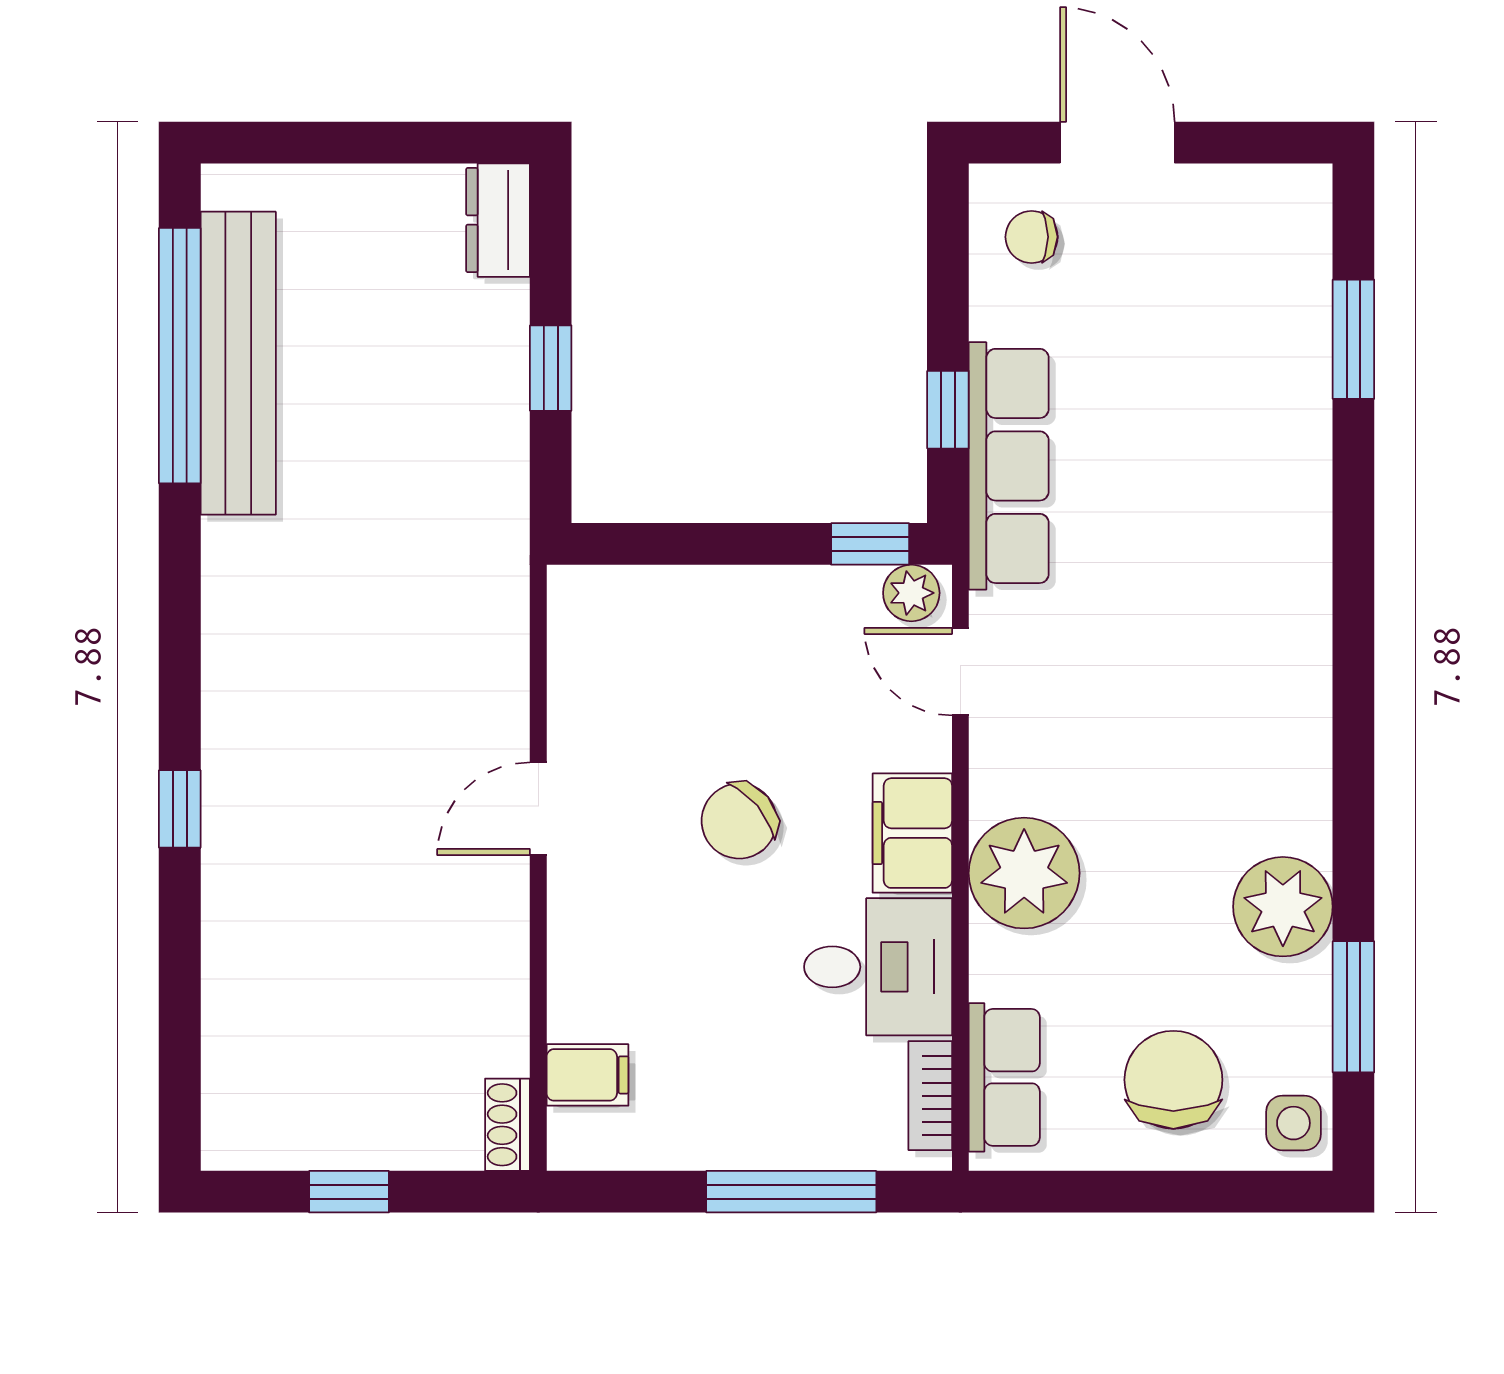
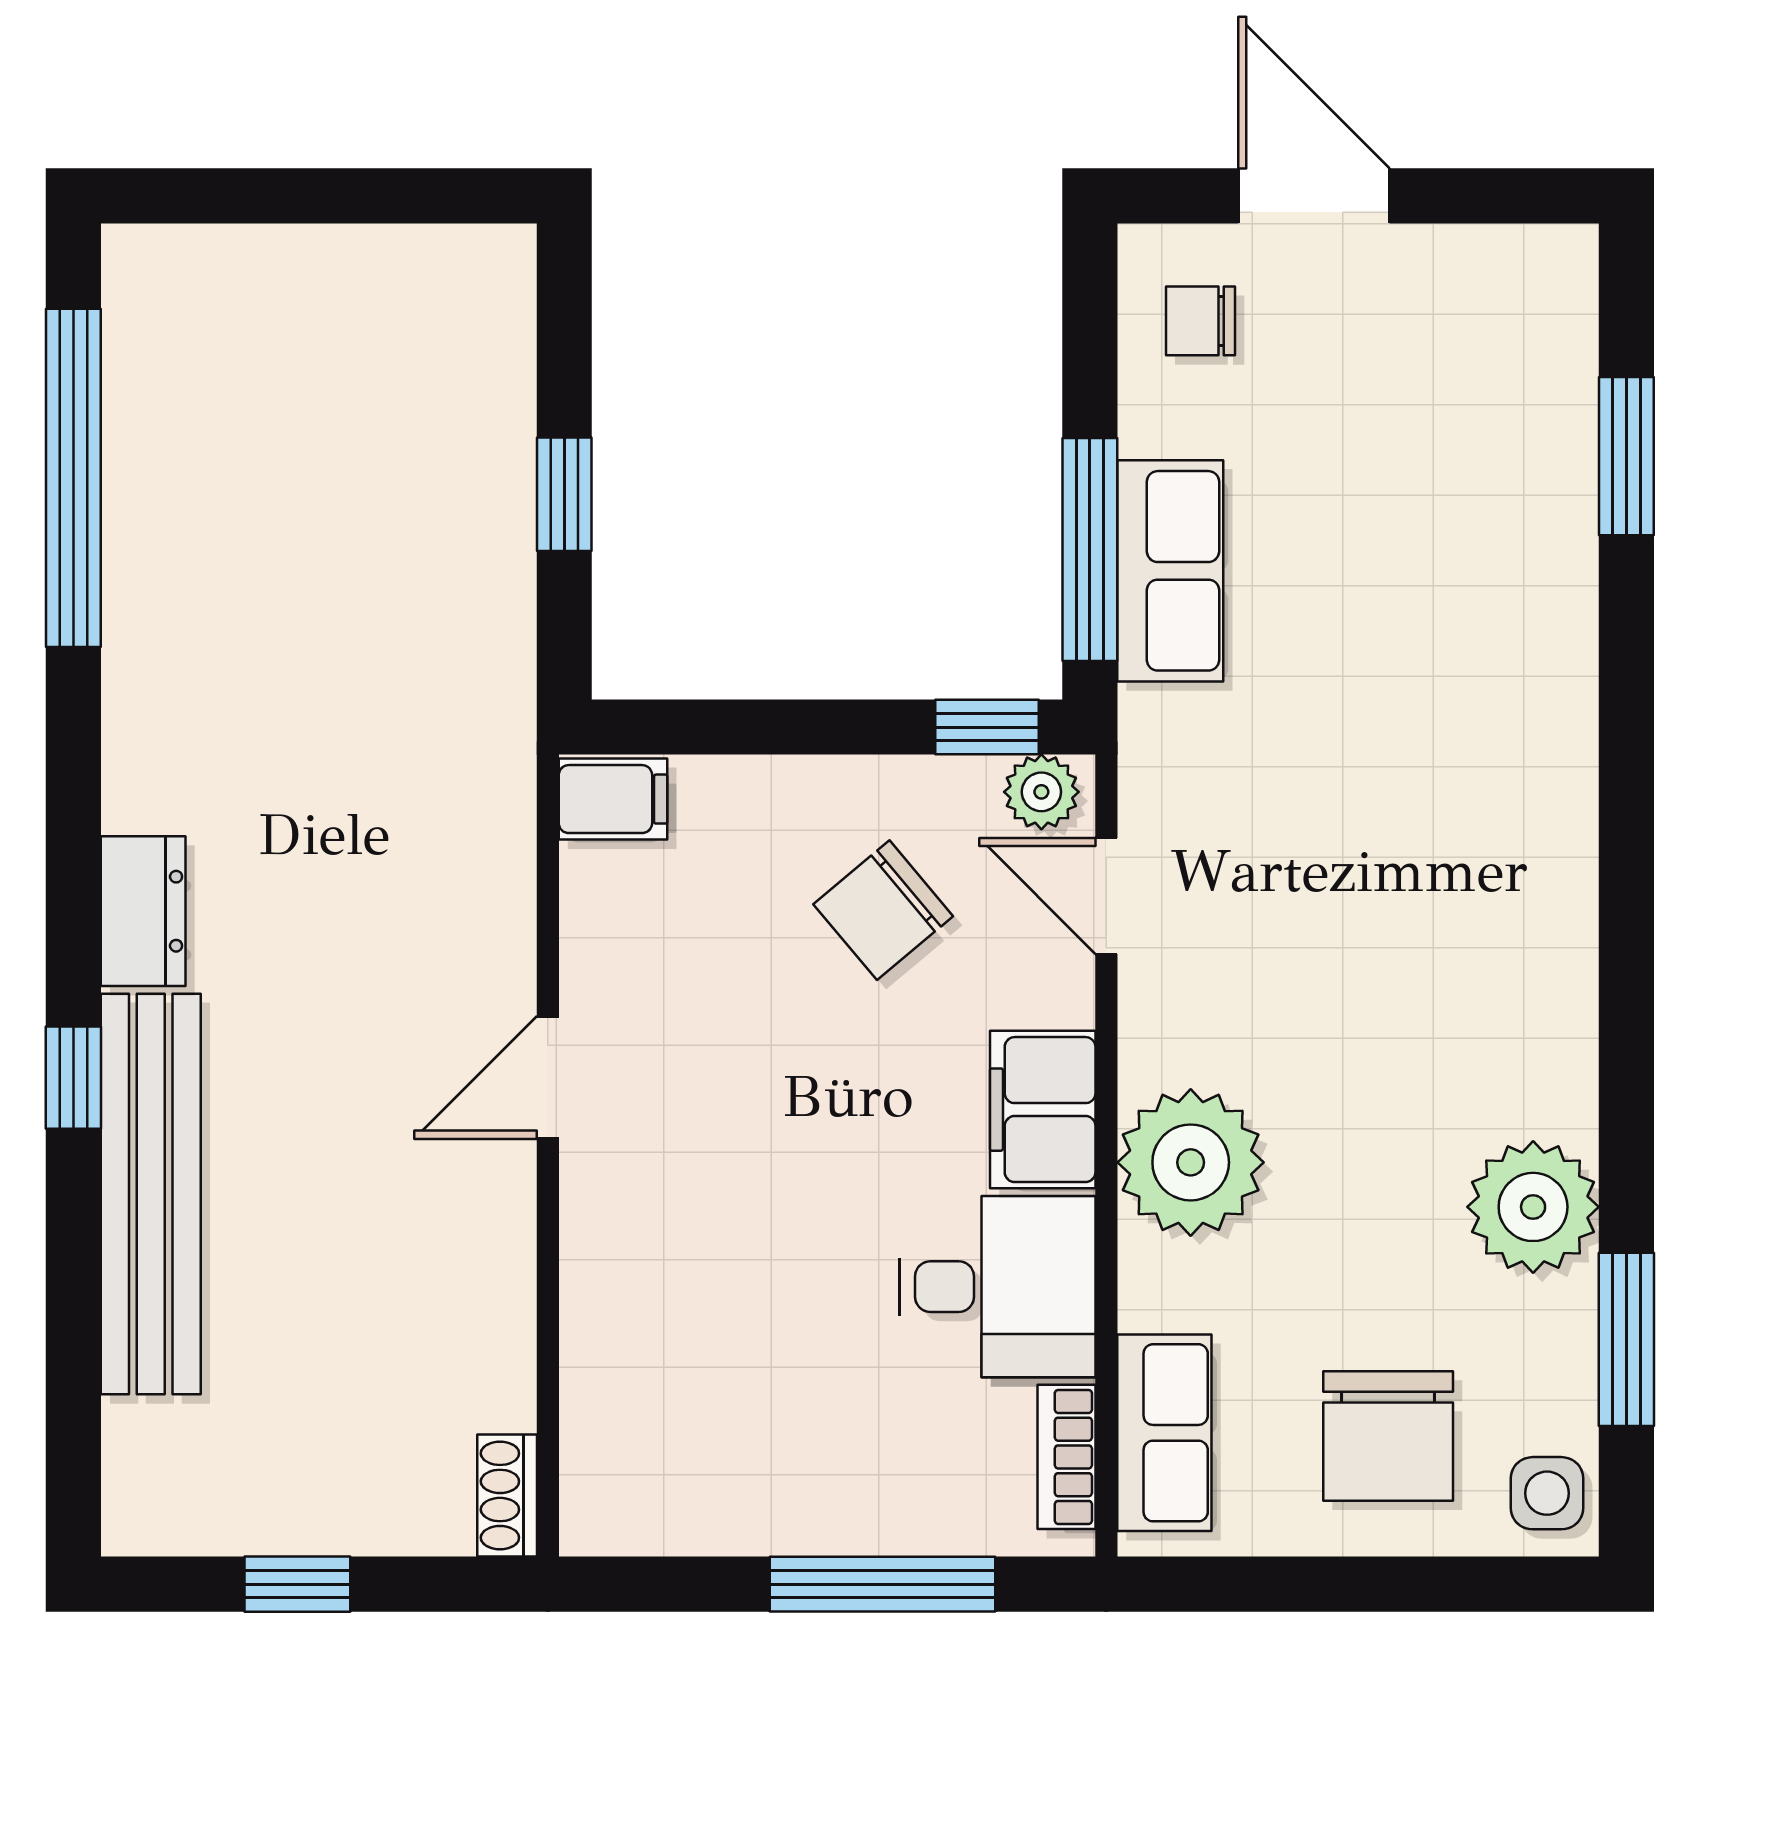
dresser: (498, 220) -> (143, 911), moved, turned 180
bench: (238, 363) -> (151, 1194), moved
window: (948, 410) -> (1090, 549), width x2.17
row of seats: (1009, 466) -> (1170, 571), width x0.68
chair: (739, 821) -> (883, 910), moved
filing cabinet: (588, 1075) -> (613, 799), moved
chair: (1173, 1080) -> (1388, 1436), turned 180

